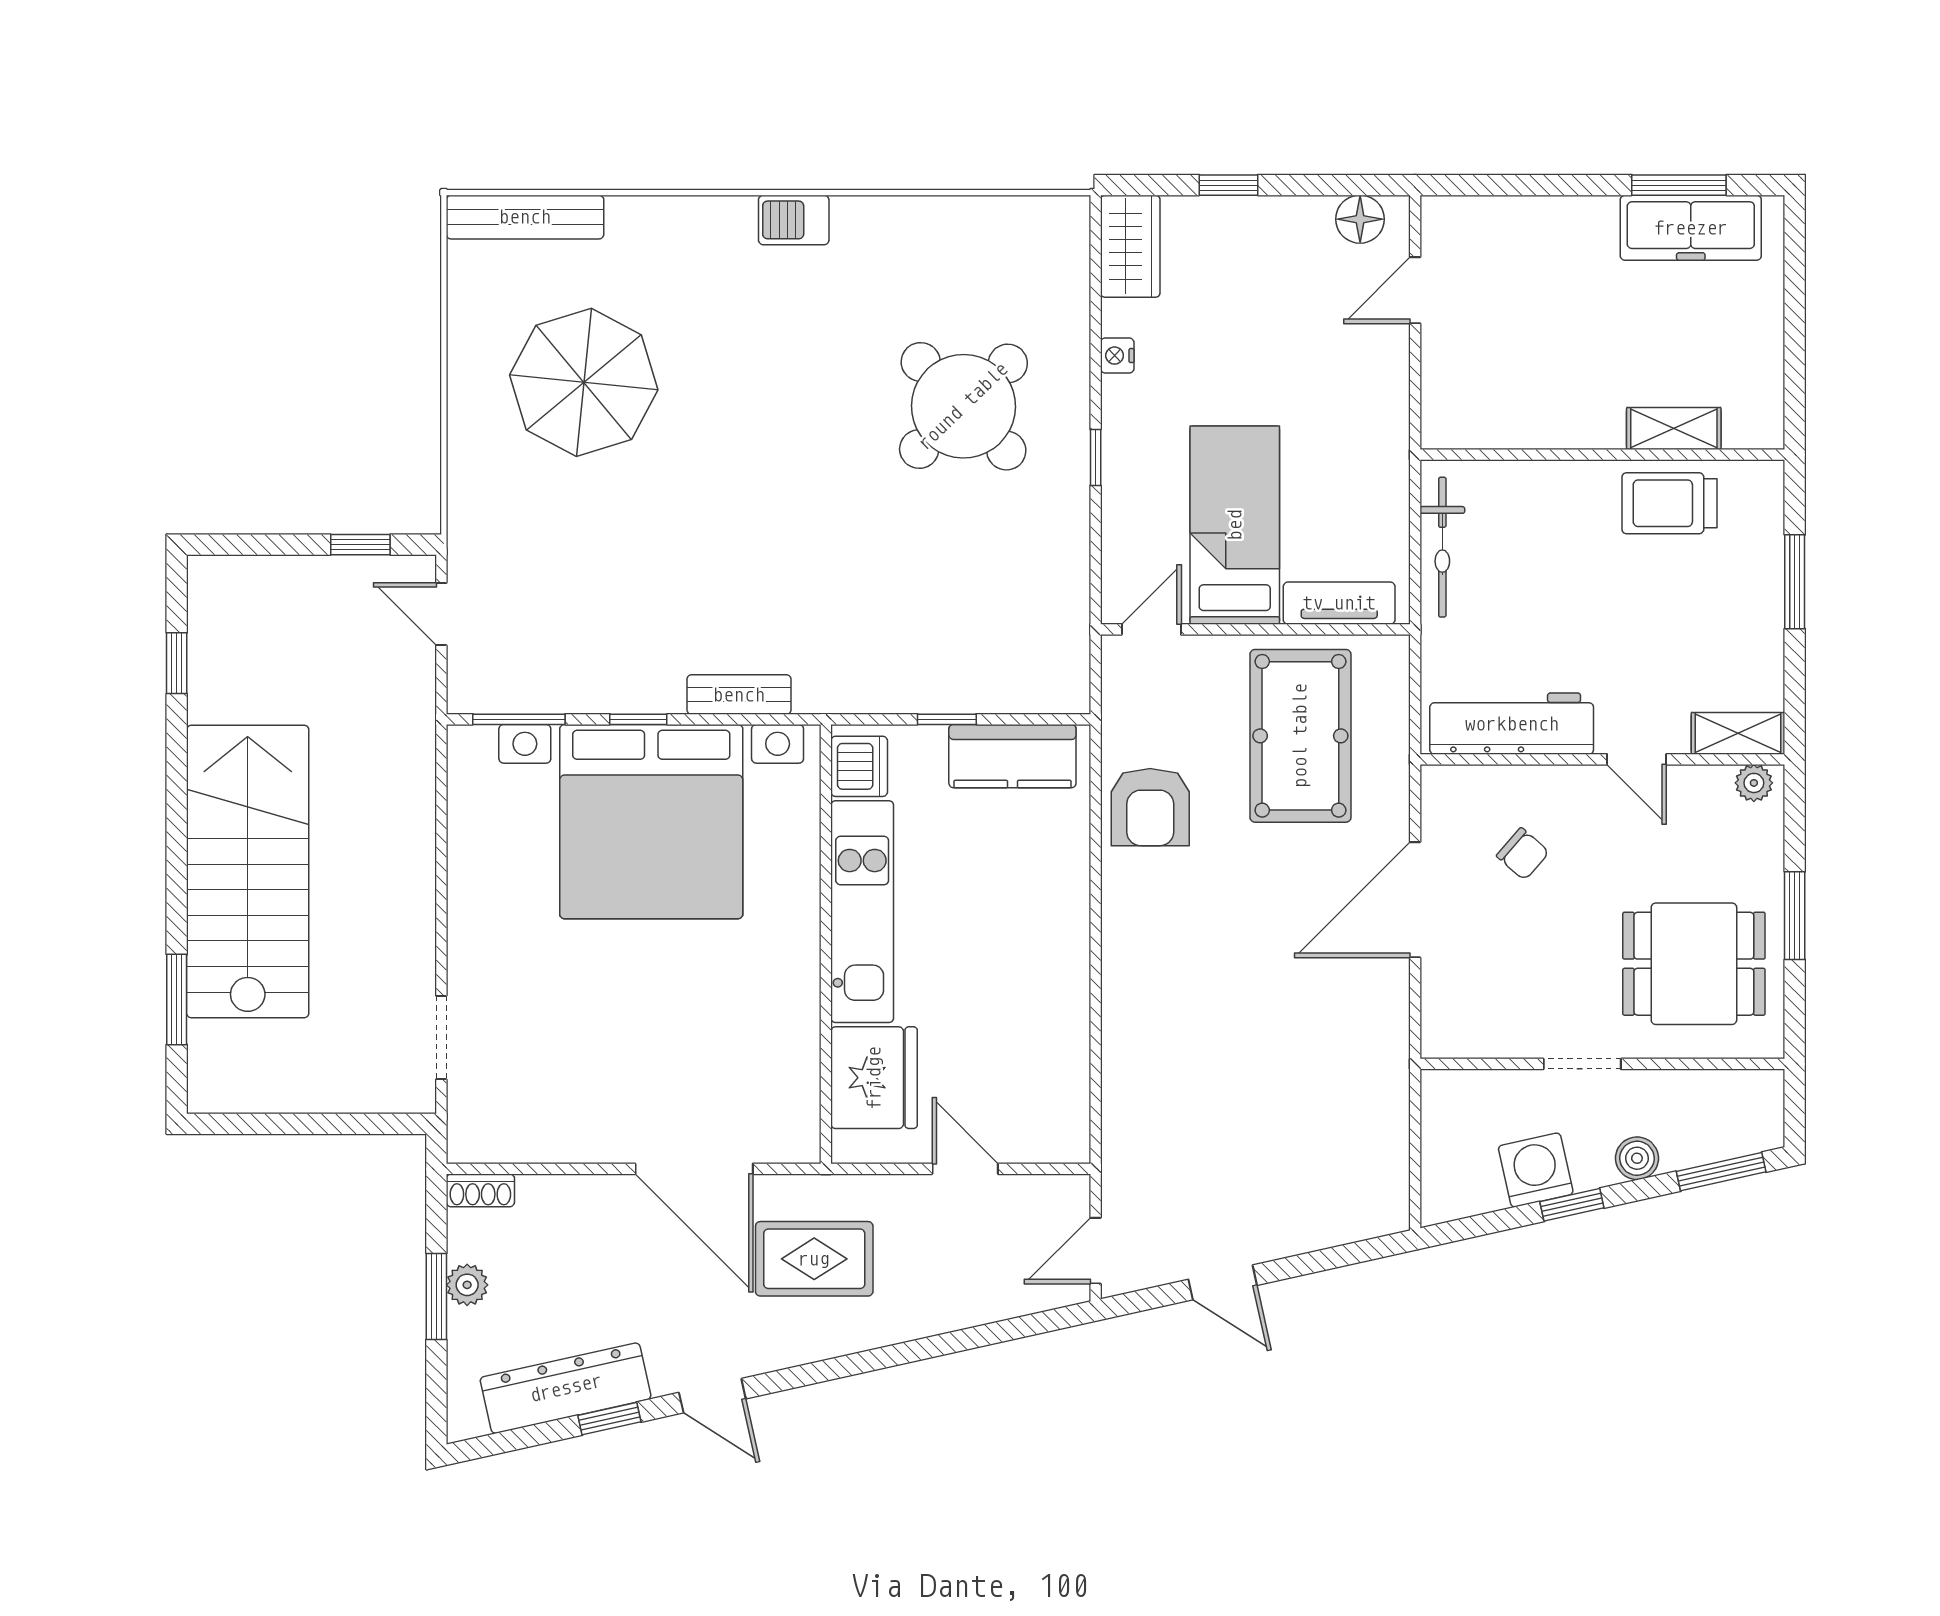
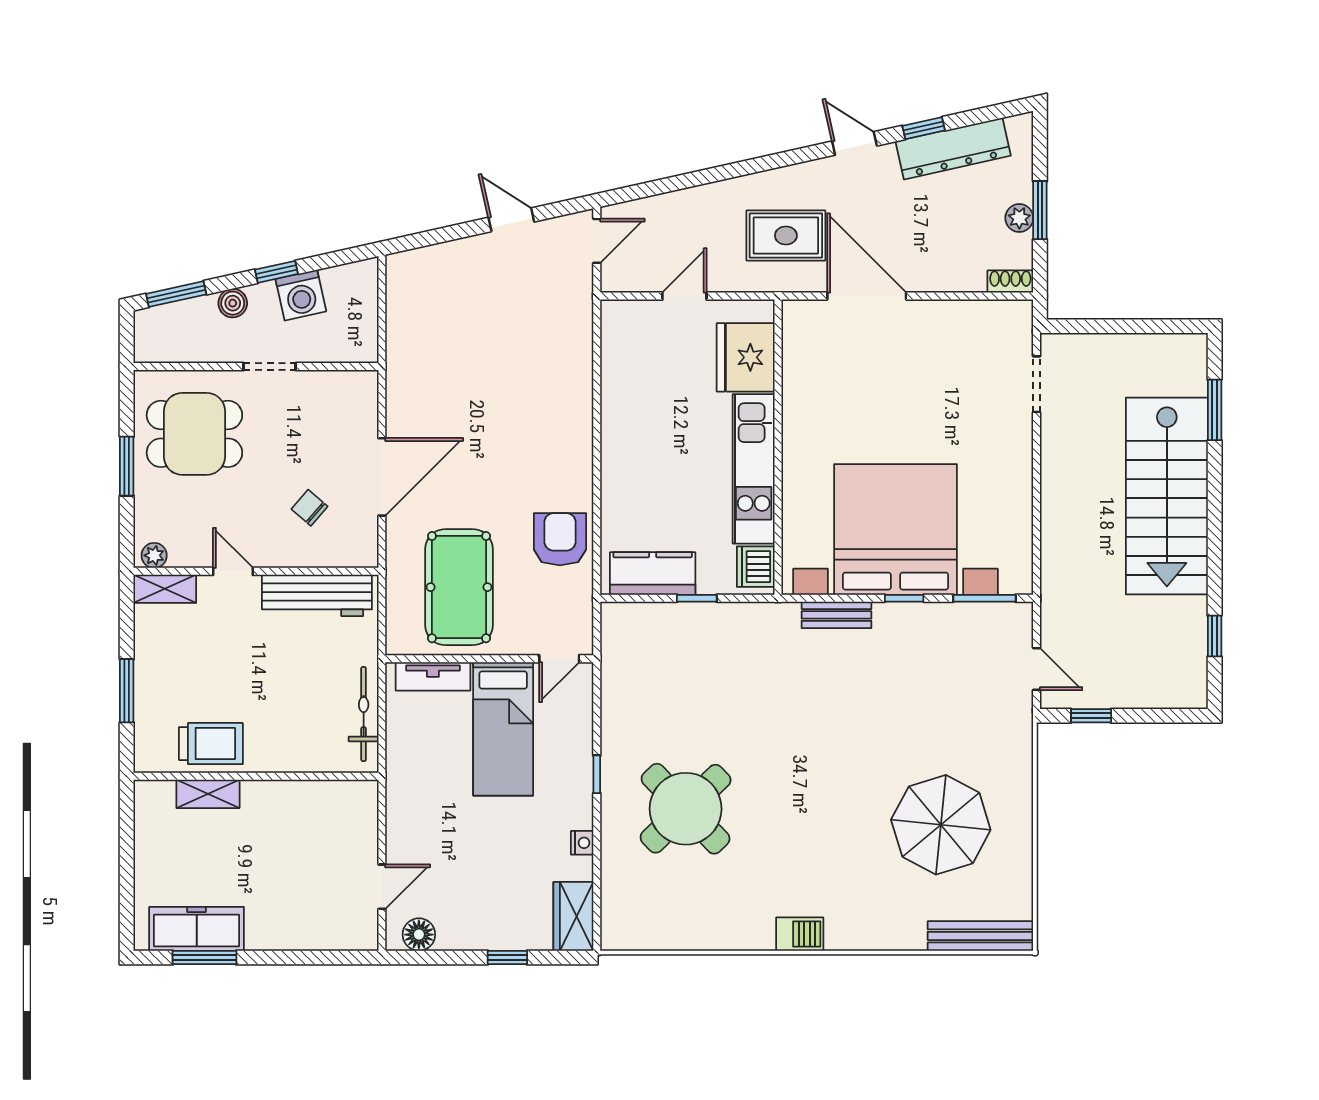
door: (965, 1169) -> (684, 296), swing flipped

